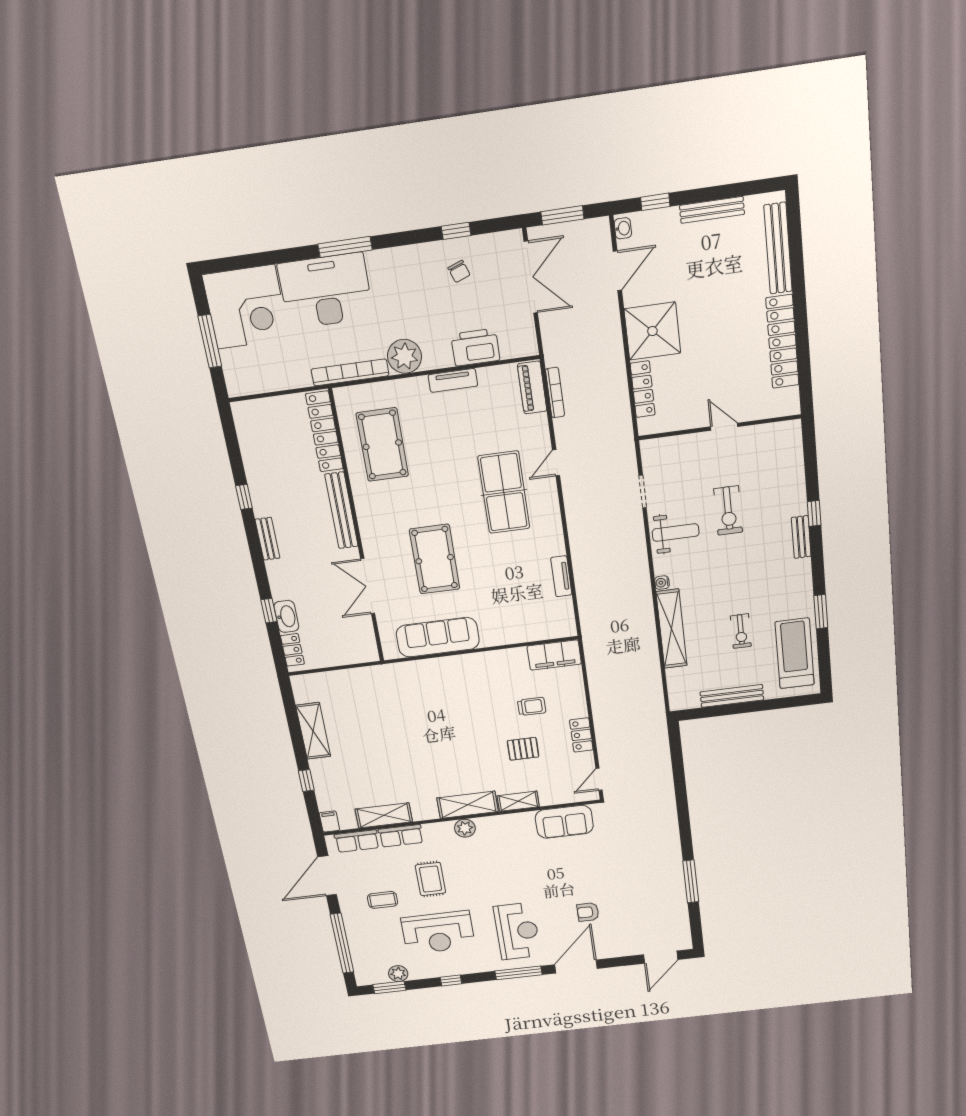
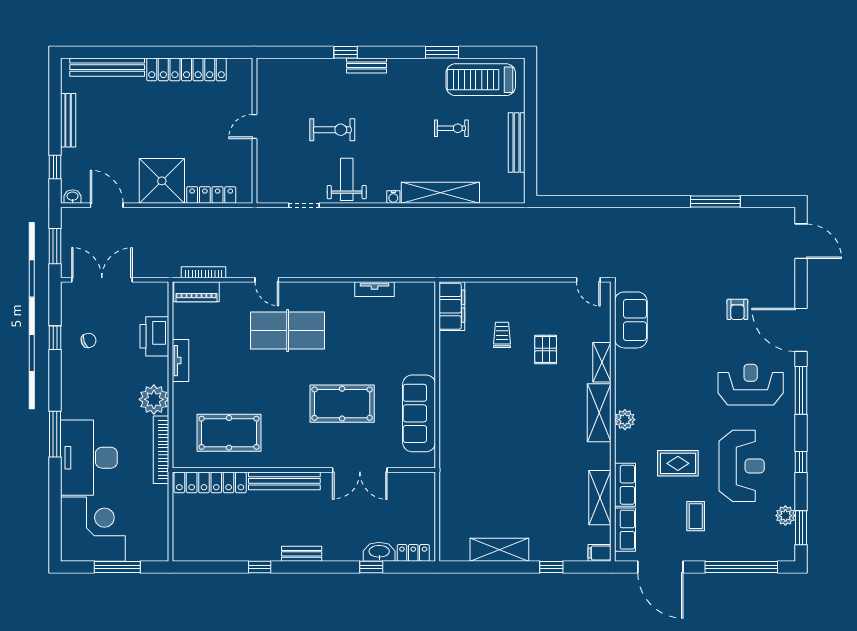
locker: (581, 735) -> (538, 291), removed

